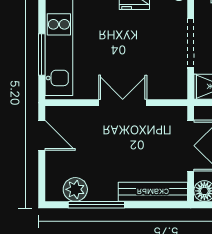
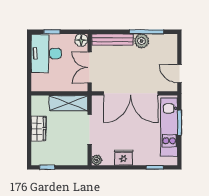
double door: (123, 103) -> (131, 93), width x1.87
plant: (75, 189) -> (142, 41), moved

